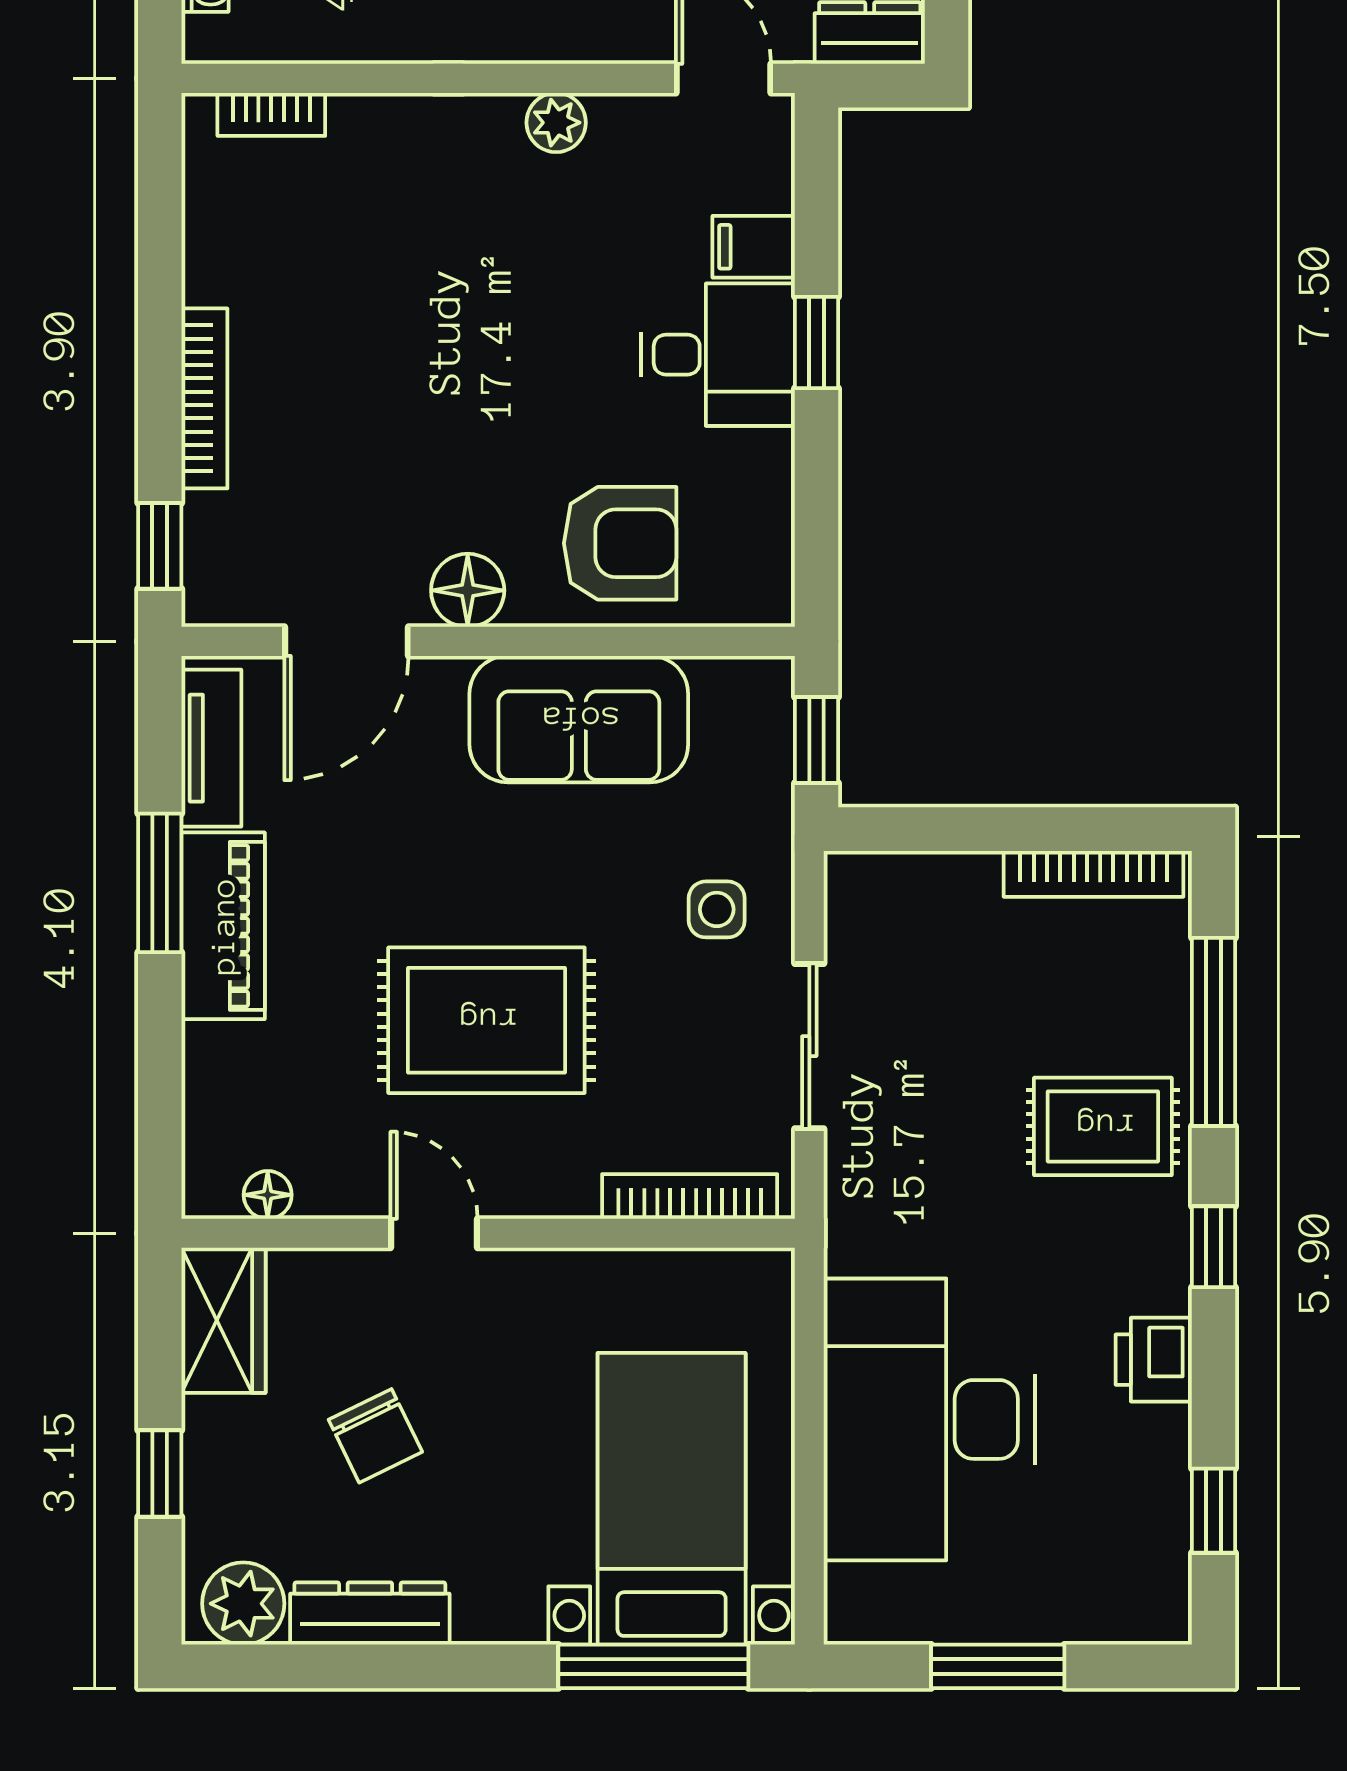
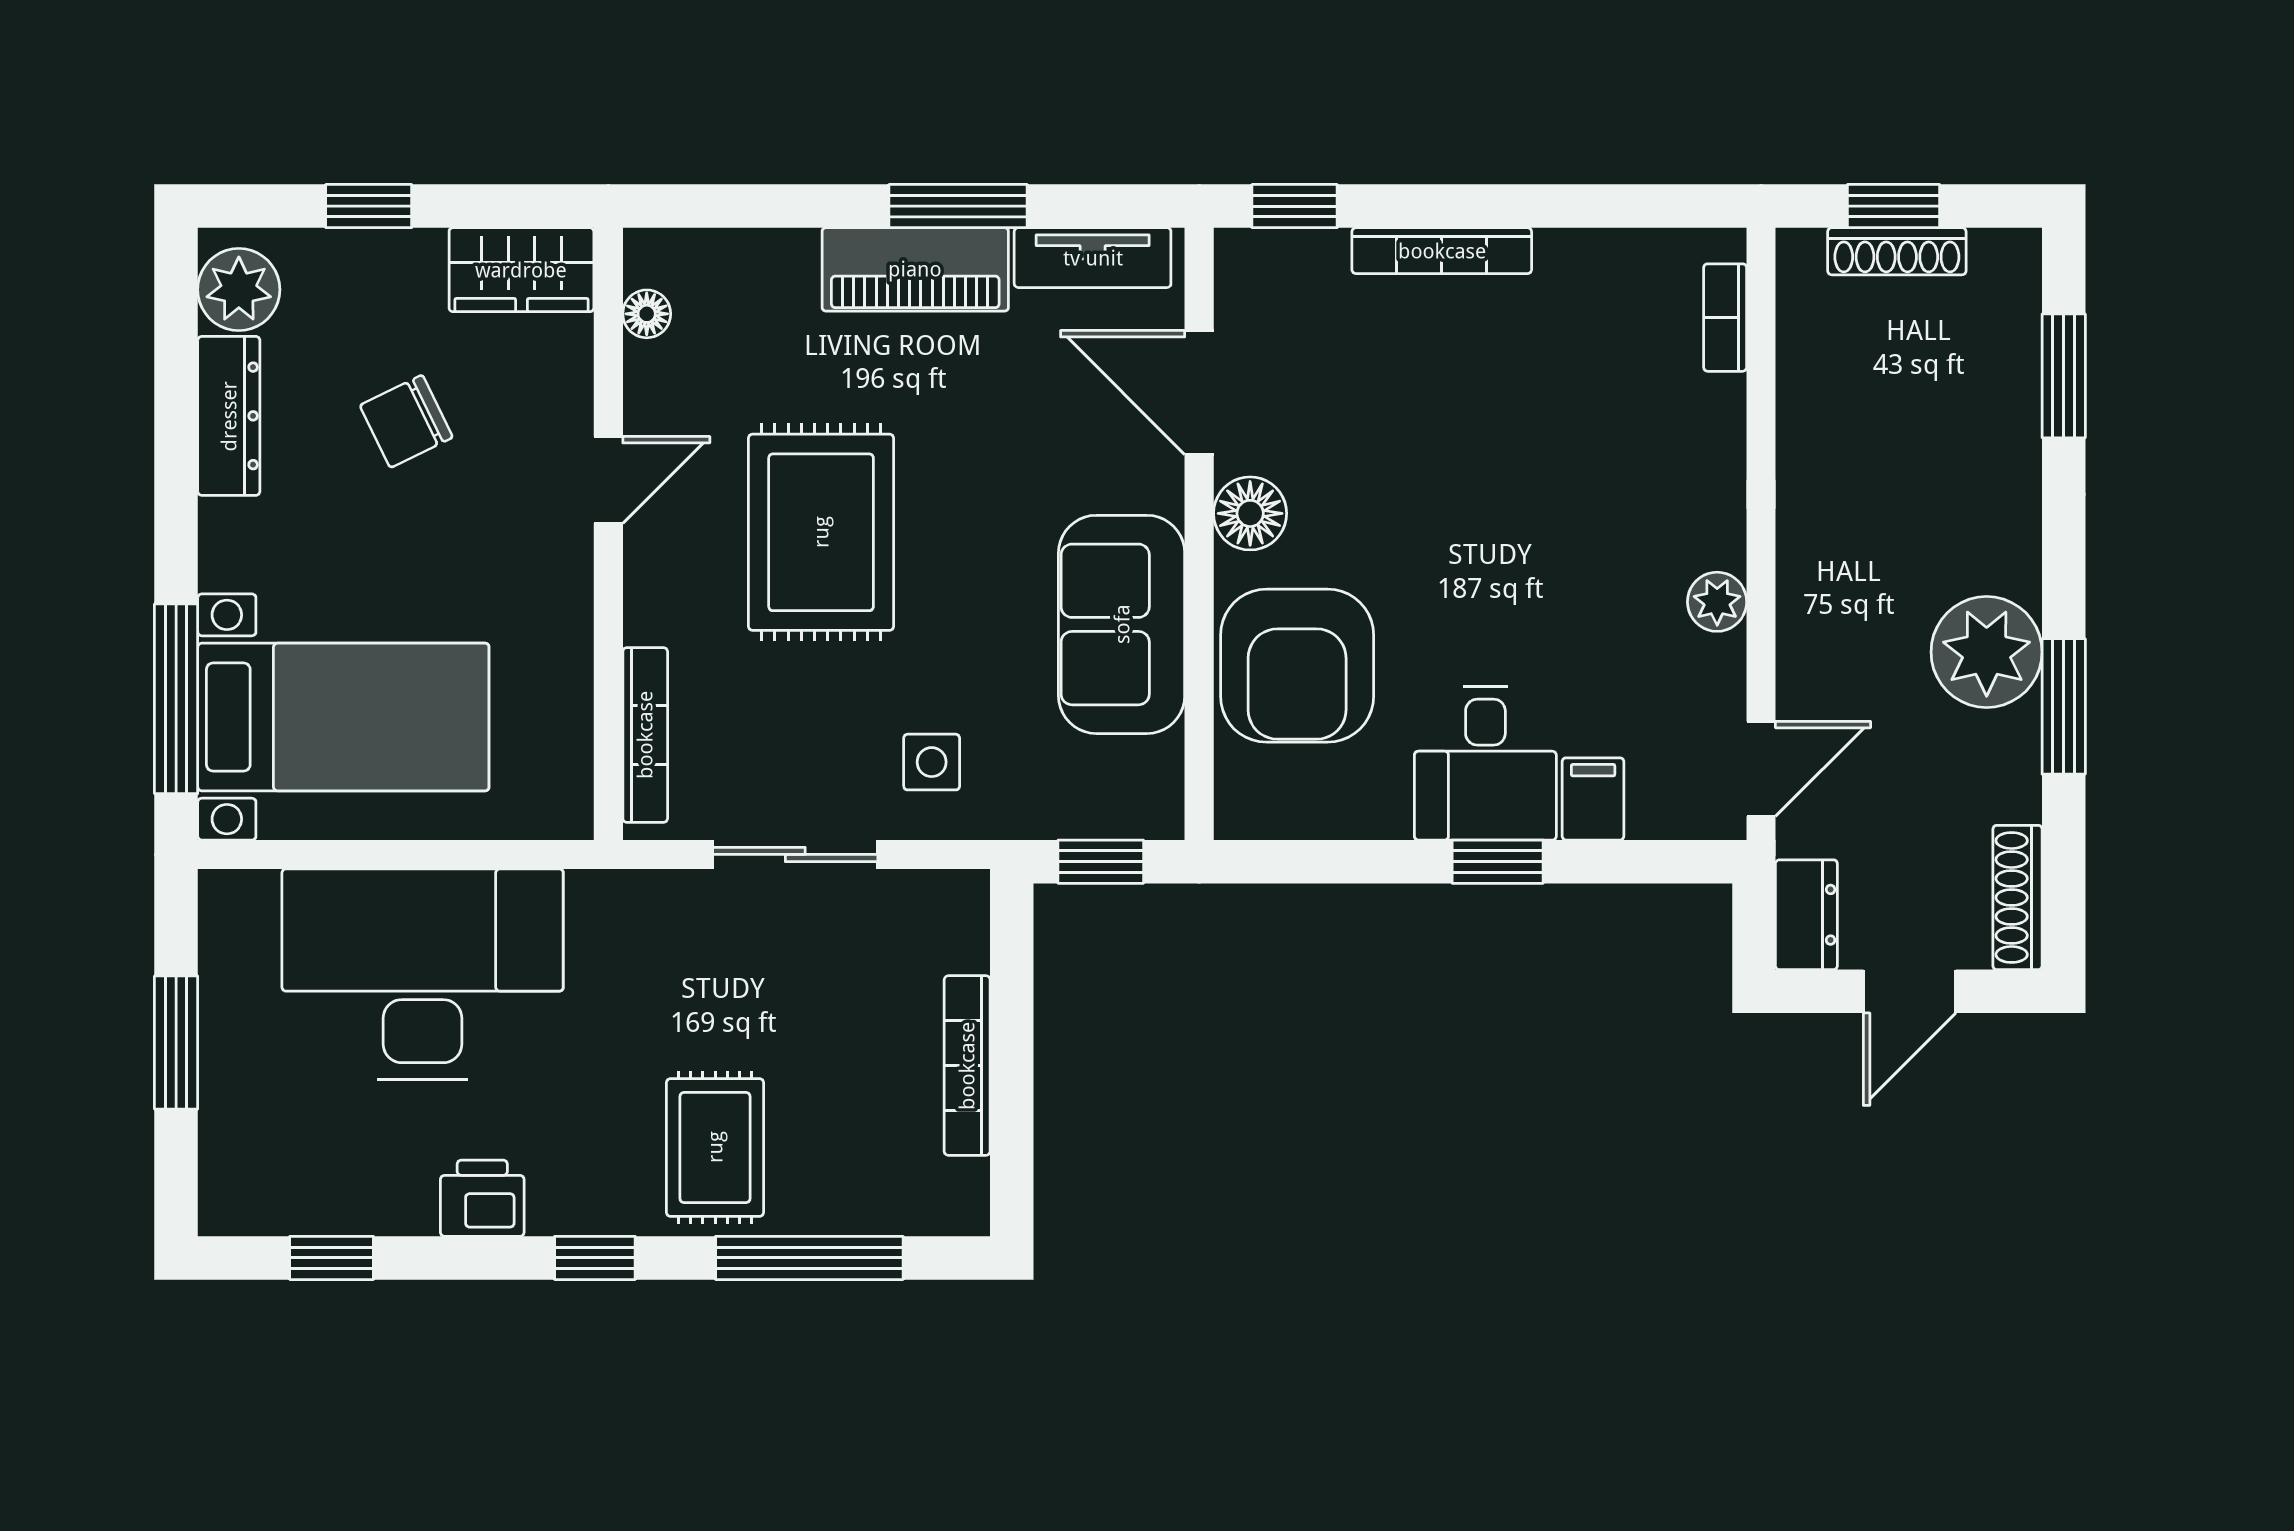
armchair: (620, 543) -> (1297, 666), width x1.36, depth x1.36
bookcase: (1093, 874) -> (967, 1066), moved

